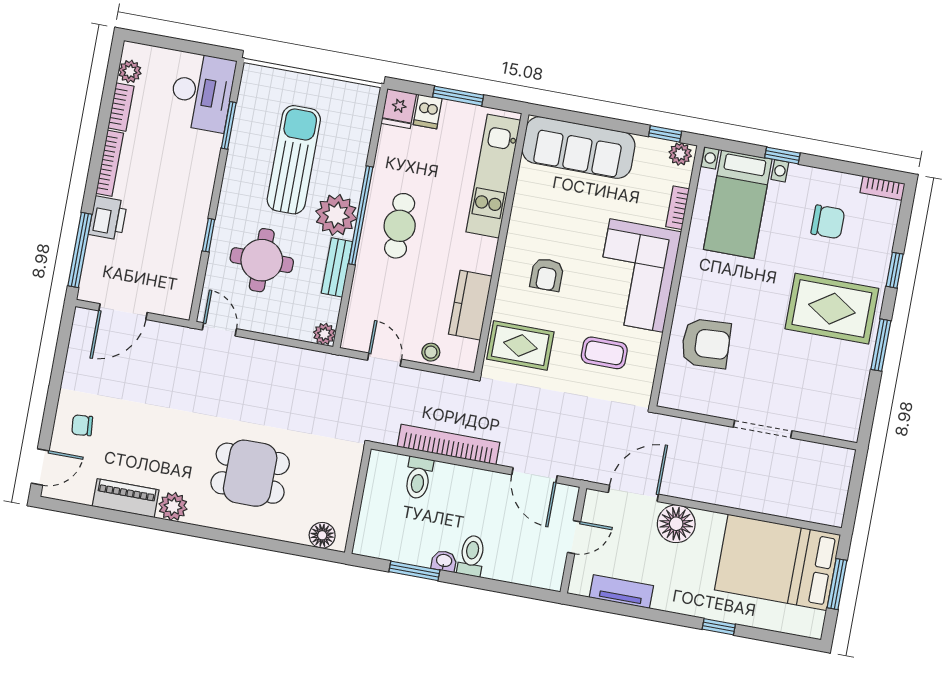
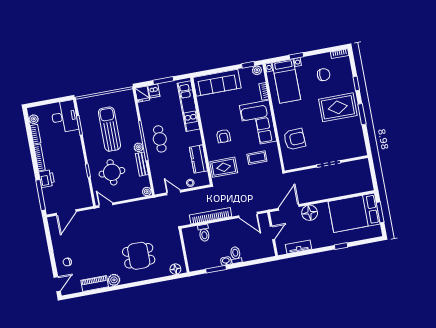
plant: (336, 215) -> (139, 147), width x0.53, depth x0.53

